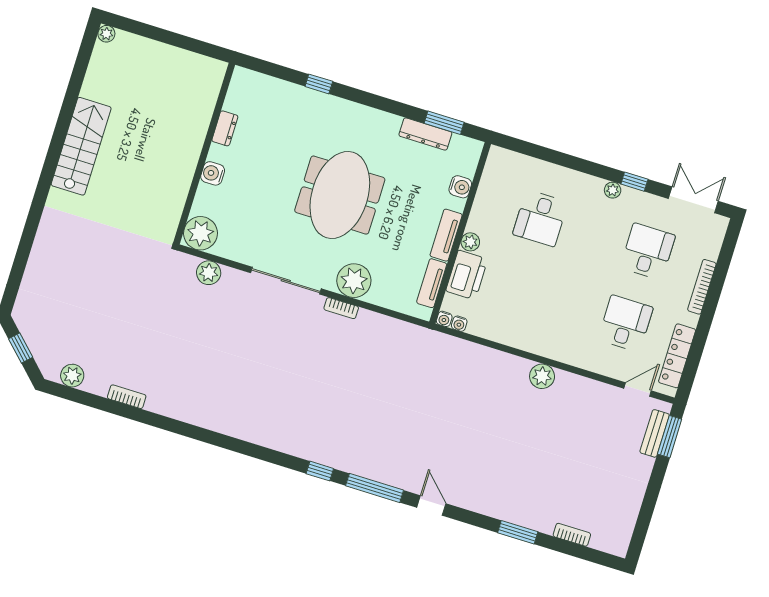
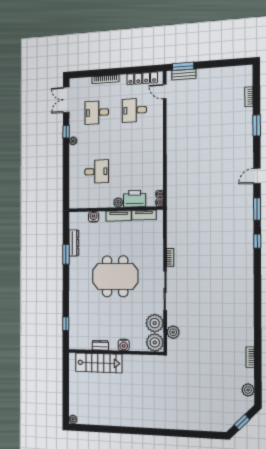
window: (319, 84) -> (66, 324), moved
window: (444, 123) -> (66, 254), moved
stairs: (81, 146) -> (99, 363), moved, turned 180
plant: (354, 281) -> (155, 323), moved
plant: (542, 376) -> (173, 142), removed
window: (375, 488) -> (257, 209), width x0.69

